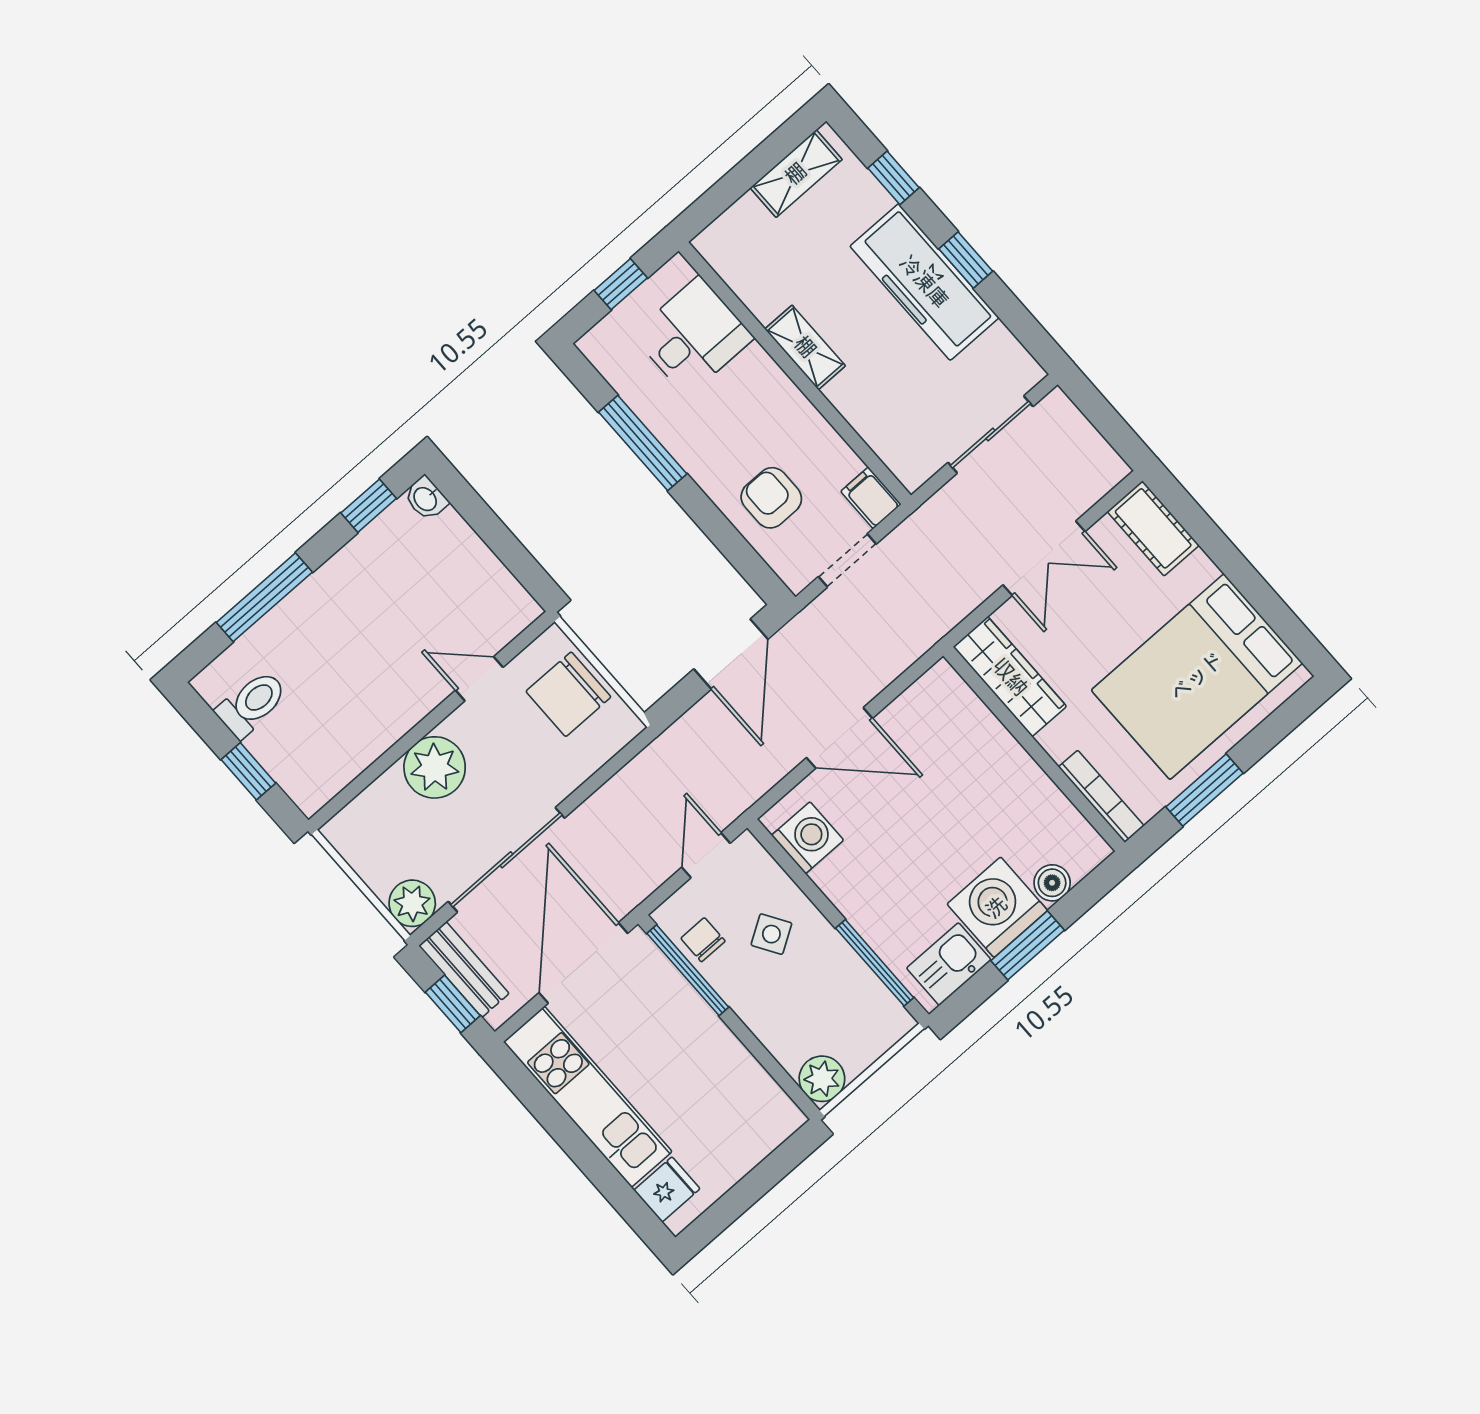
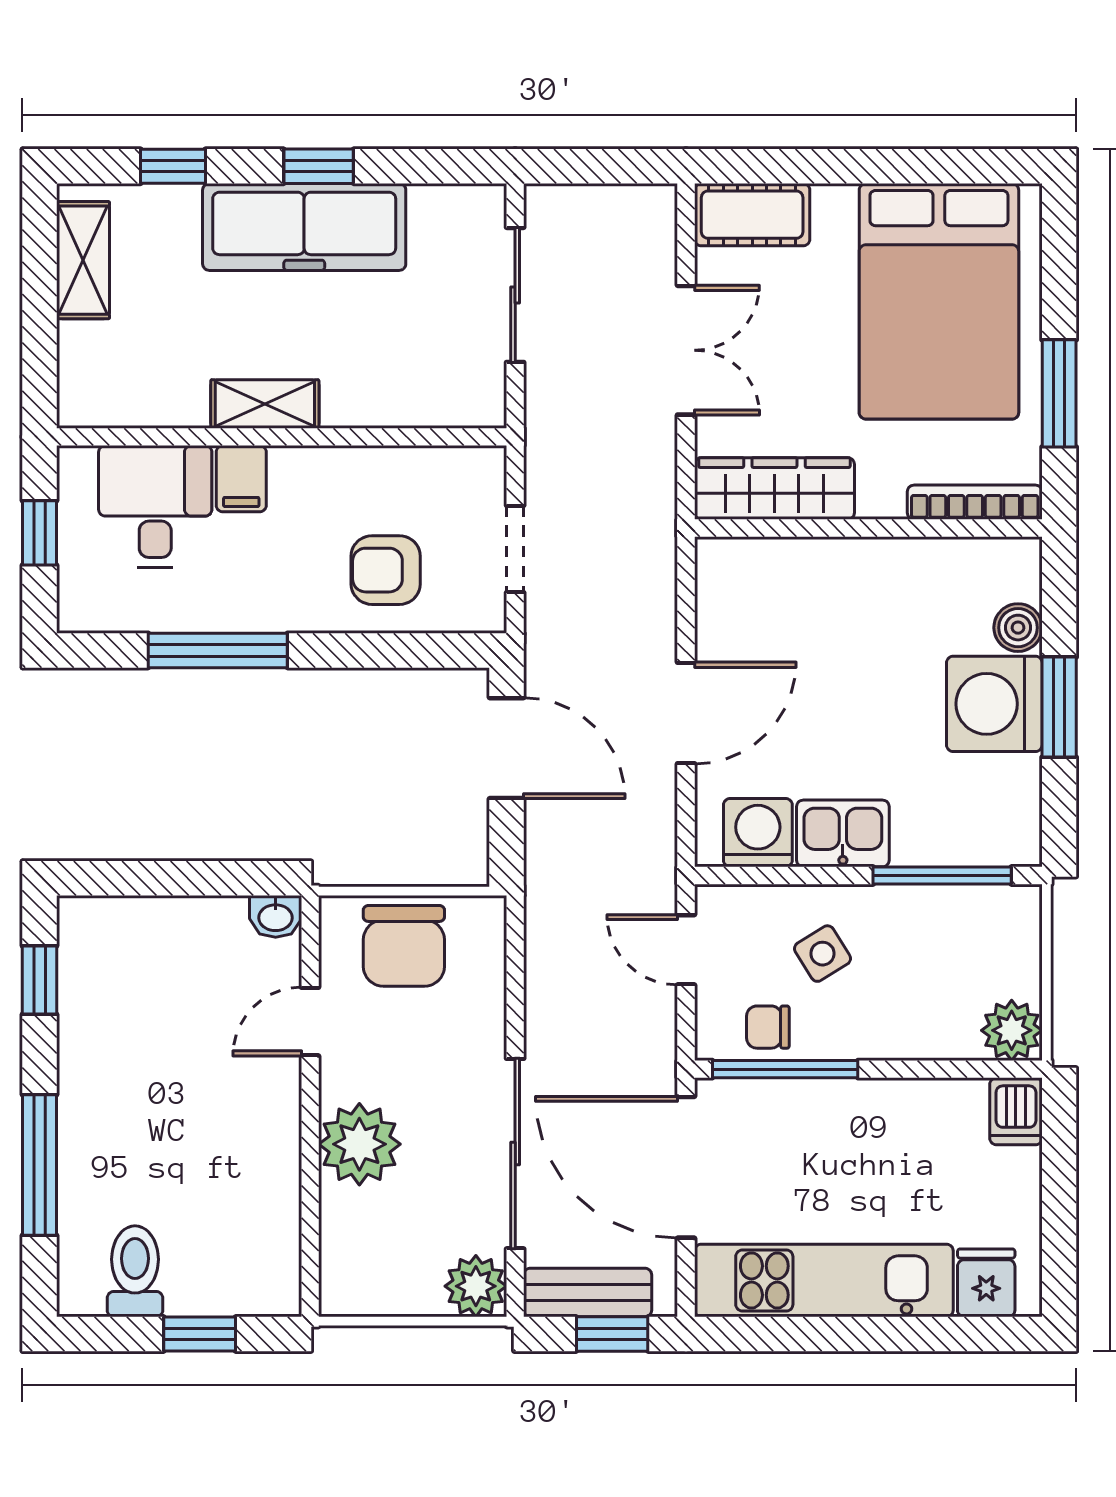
washbasin: (426, 498) -> (276, 916), moved
filing cabinet: (871, 498) -> (241, 479), moved, turned -90
kitchen sink: (949, 964) -> (843, 833), moved, turned 90
dishwasher: (778, 1121) -> (1016, 1111), added

